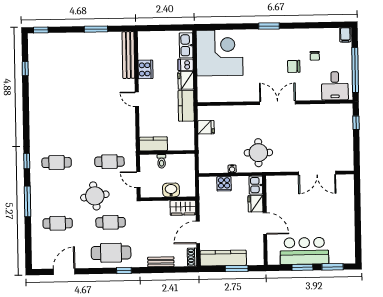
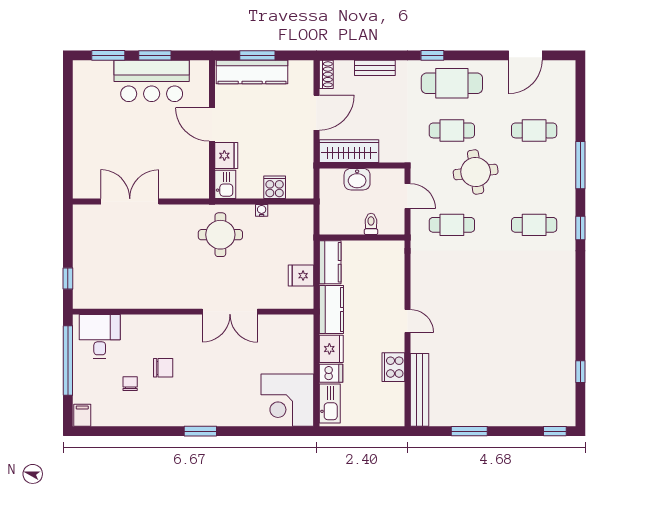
corner desk: (220, 53) -> (287, 400), width x0.74, depth x0.74
double door: (278, 103) -> (230, 312), moved
kitchen counter: (153, 144) -> (330, 262), moved, turned -90
wardrobe: (183, 208) -> (349, 151), width x1.50
kitchen counter: (223, 258) -> (252, 72), moved

